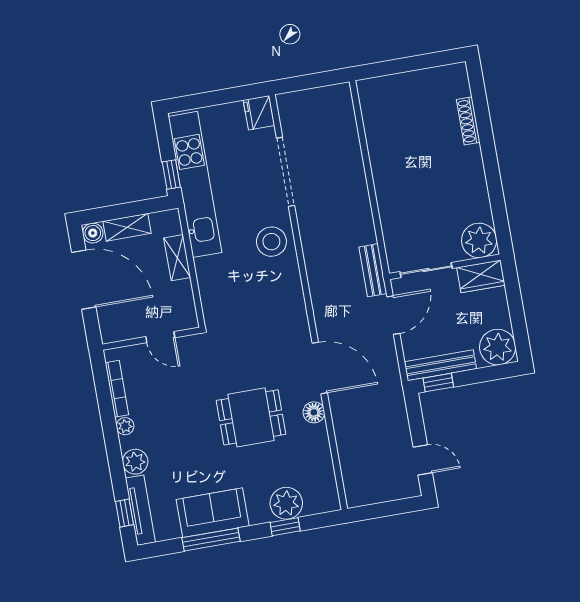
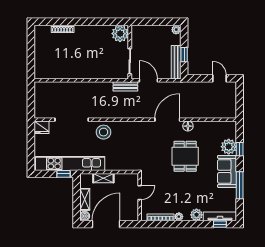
wardrobe: (481, 276) -> (137, 36), removed
plant: (498, 347) -> (176, 30), width x0.53, depth x0.53
window: (438, 383) -> (184, 55), moved
door: (423, 460) -> (219, 78), hinge flipped
sofa: (213, 513) -> (227, 171), moved

